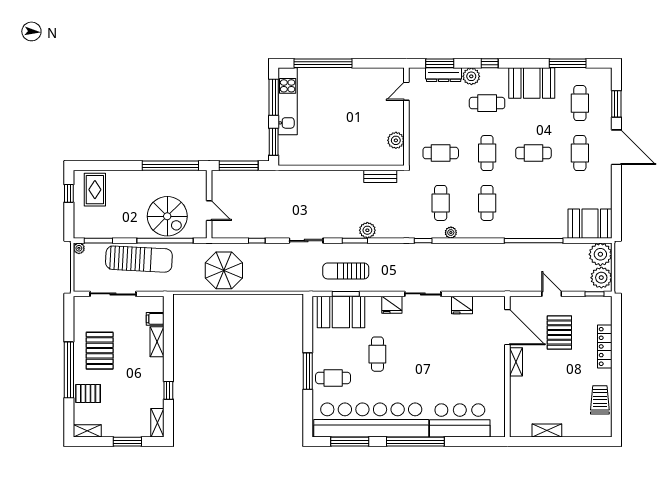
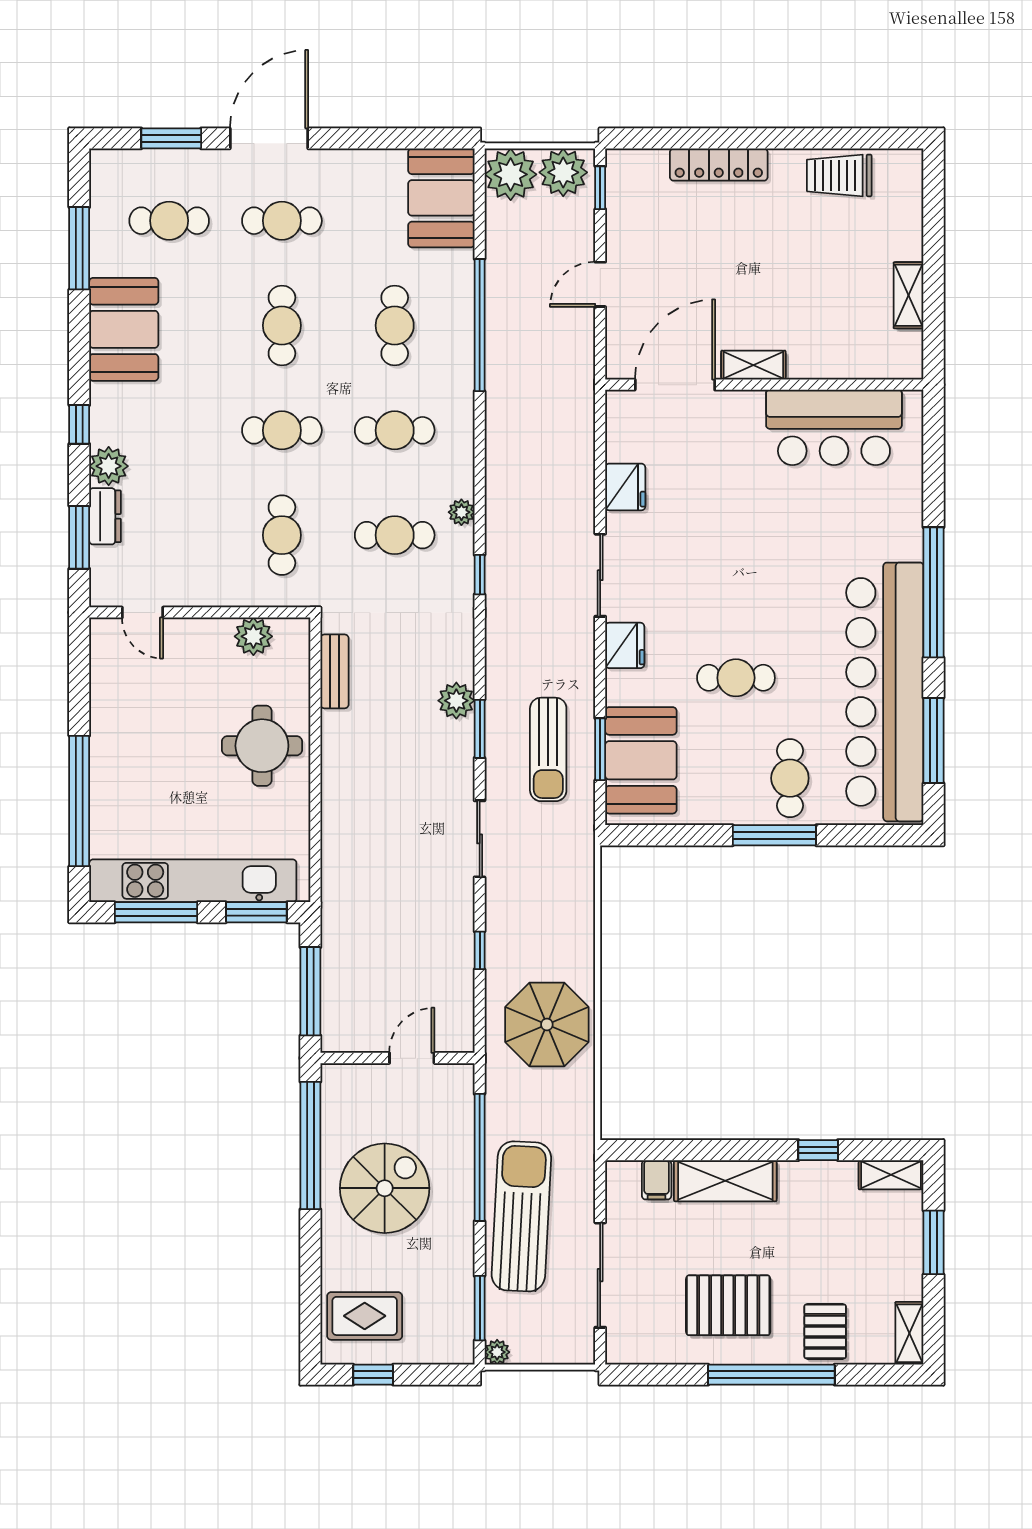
dresser: (444, 75) -> (105, 516), width x0.70
kitchen unit: (288, 101) -> (193, 881), width x1.36
cafe table: (487, 103) -> (395, 325), moved
round table: (347, 144) -> (262, 746), added
spiral stairs: (167, 216) -> (385, 1188), moved
pallet: (559, 333) -> (687, 267), removed
shelving: (157, 342) -> (725, 1181), width x1.50, depth x1.33
bar counter: (460, 420) -> (834, 427), moved, turned -90

